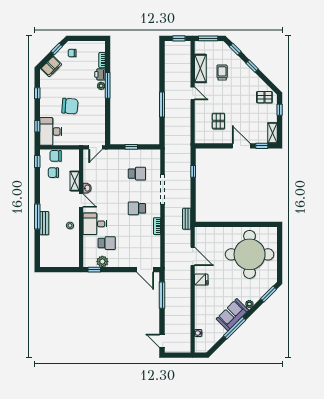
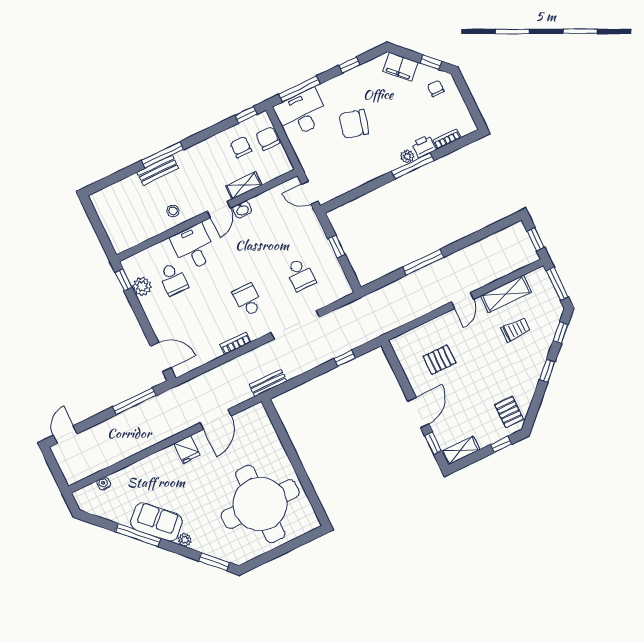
chair: (70, 106) -> (354, 124), turned 101
window: (37, 126) -> (299, 89), width x2.17
door: (145, 270) -> (161, 357), swing flipped

